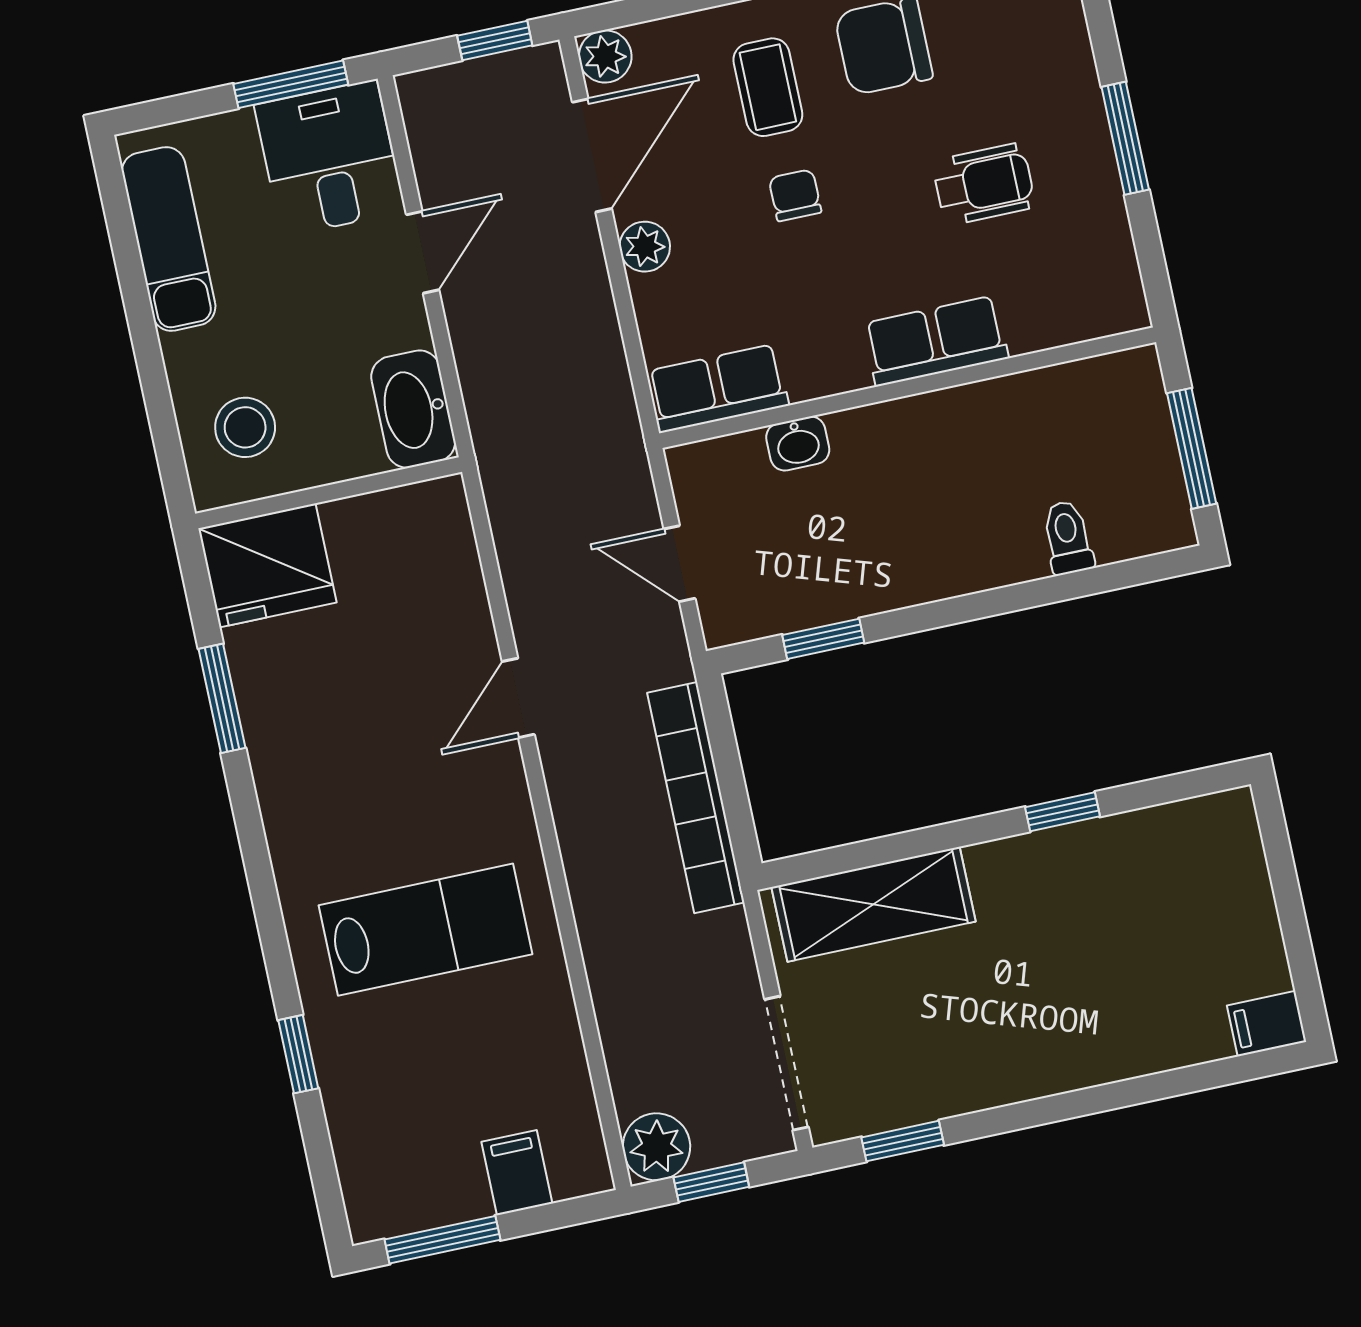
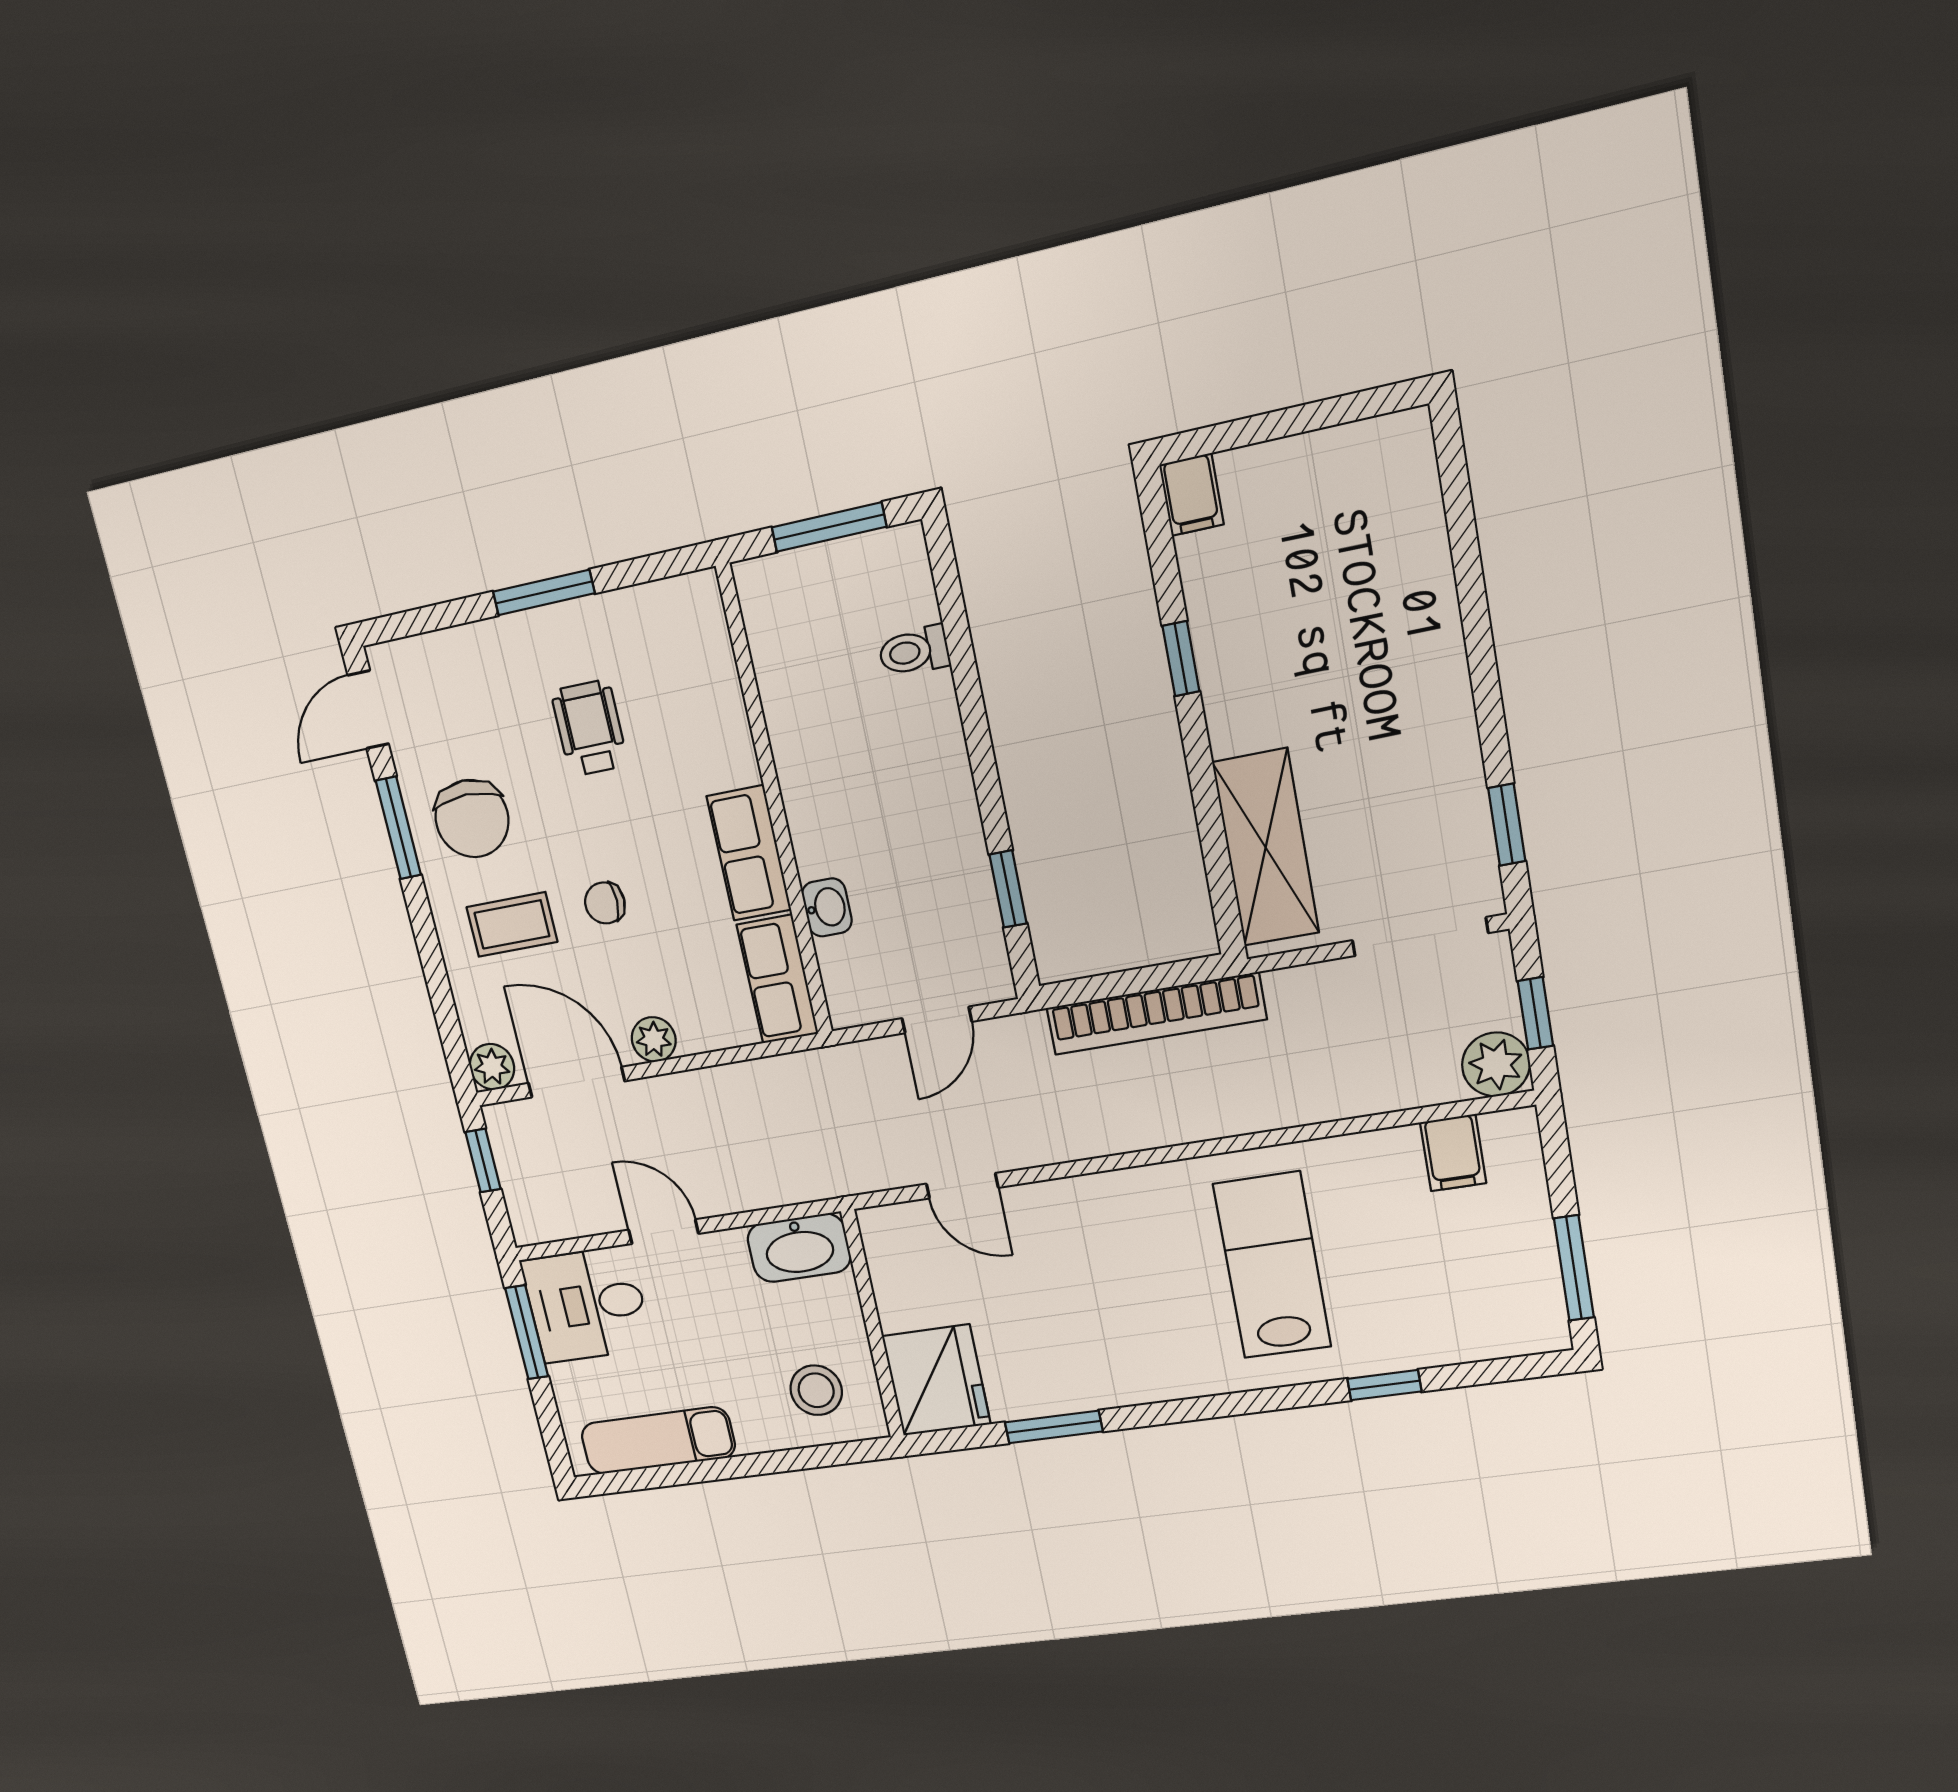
row of seats: (936, 341) -> (749, 853), moved
door: (518, 698) -> (962, 1186), moved
filing cabinet: (1267, 1024) -> (1191, 495), moved
filing cabinet: (517, 1173) -> (1453, 1153), moved, turned -90

